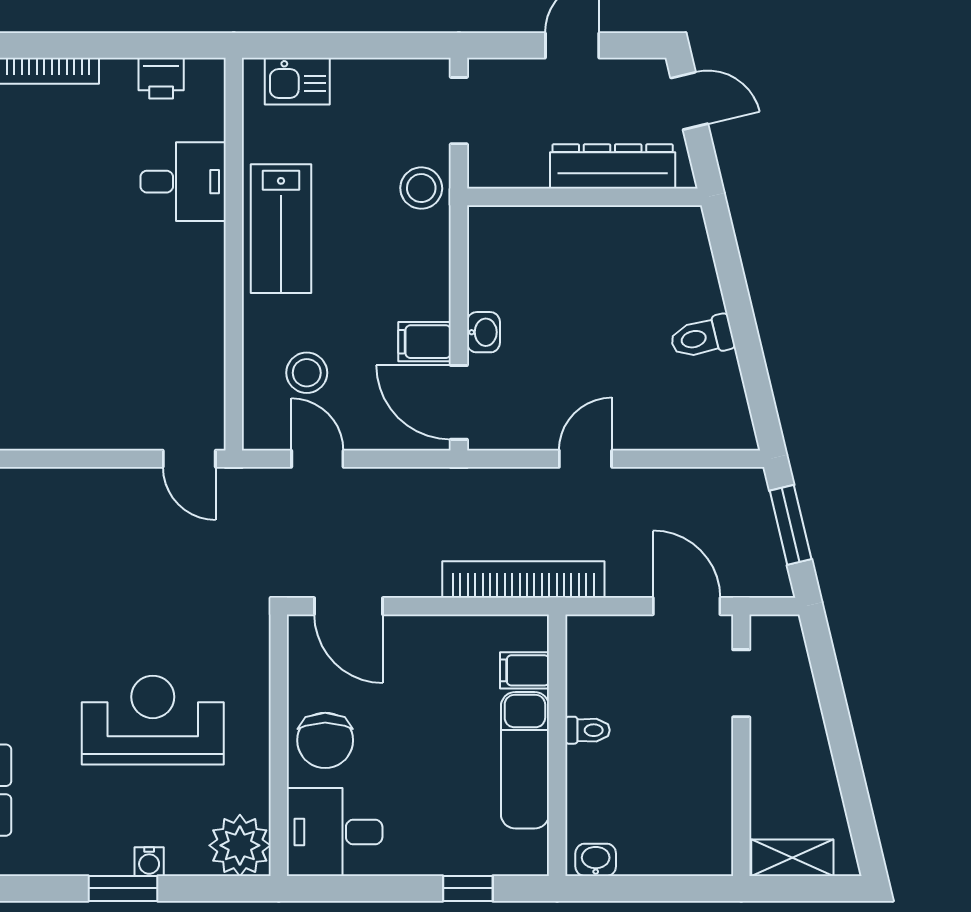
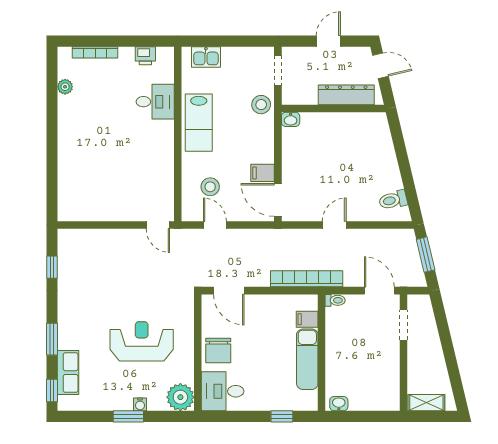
washbasin: (483, 332) -> (291, 119), moved, turned 90
toilet: (702, 337) -> (393, 200), moved
toilet: (587, 730) -> (335, 300), moved

